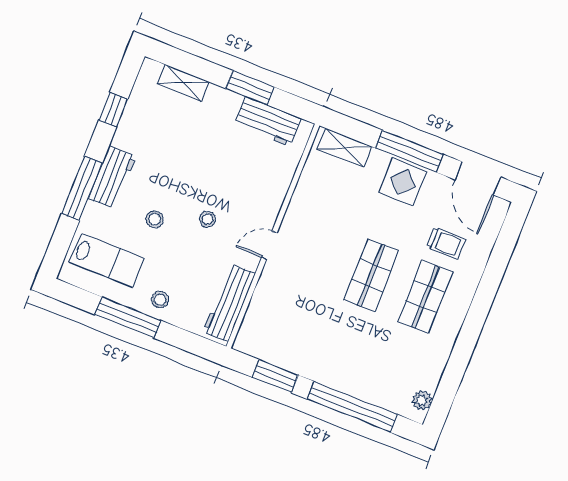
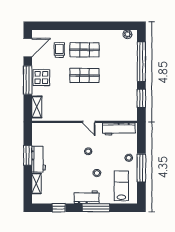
workbench: (267, 121) -> (39, 159), moved

